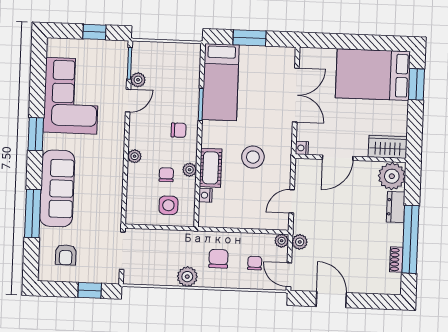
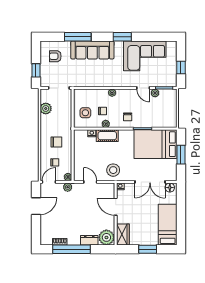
floor lamp: (307, 60) -> (170, 188), added
bed: (373, 75) -> (168, 225), width x0.67
bed: (221, 82) -> (156, 144), width x1.50
window: (416, 84) -> (148, 249), moved
stool: (253, 157) -> (113, 170), moved
plant: (187, 277) -> (46, 108), moved

